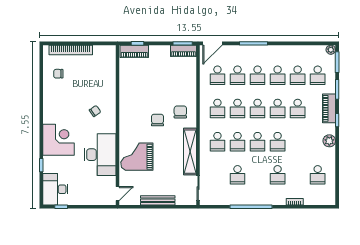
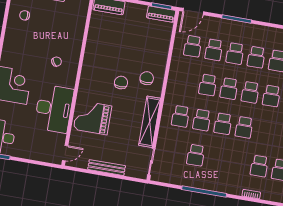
school desk: (217, 108) -> (187, 81), removed
school desk: (278, 175) -> (259, 166), moved

